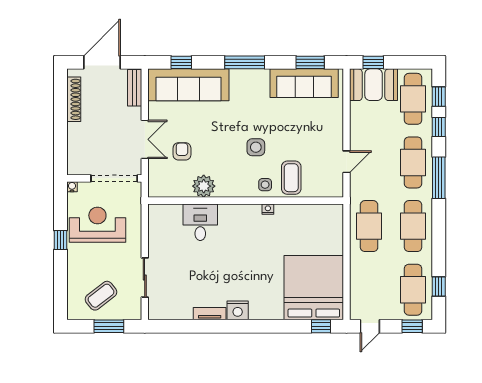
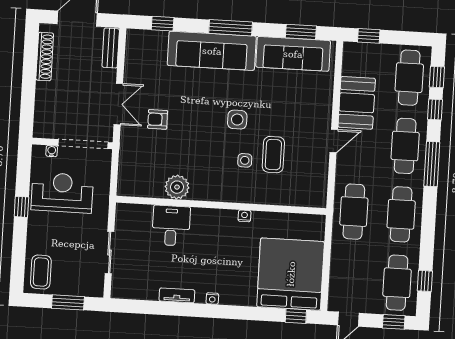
sofa: (188, 85) -> (212, 51), moved
booth: (374, 85) -> (357, 103), moved, turned 90
armchair: (182, 151) -> (158, 119), turned -90
plant: (204, 186) -> (177, 187), moved
water cooler: (72, 187) -> (52, 151), moved
wall: (246, 201) -> (221, 205), moved
nightstand: (268, 209) -> (244, 216), moved
desk: (200, 222) -> (171, 226), moved
coffee table: (101, 296) -> (41, 272), moved, turned -52
nightstand: (238, 310) -> (212, 299), width x0.53, depth x0.56

